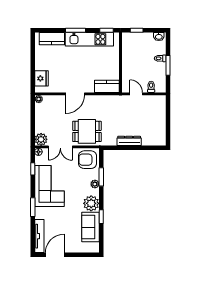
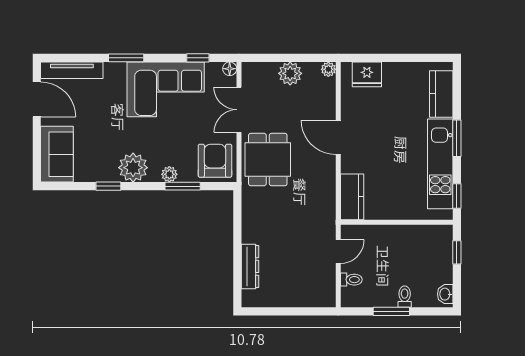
plant: (41, 139) -> (290, 73), moved
dresser: (129, 141) -> (250, 266), moved
sofa: (90, 227) -> (57, 154), moved, turned 90

